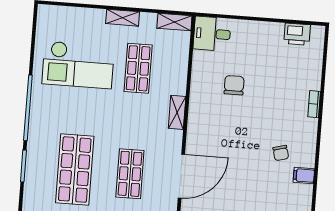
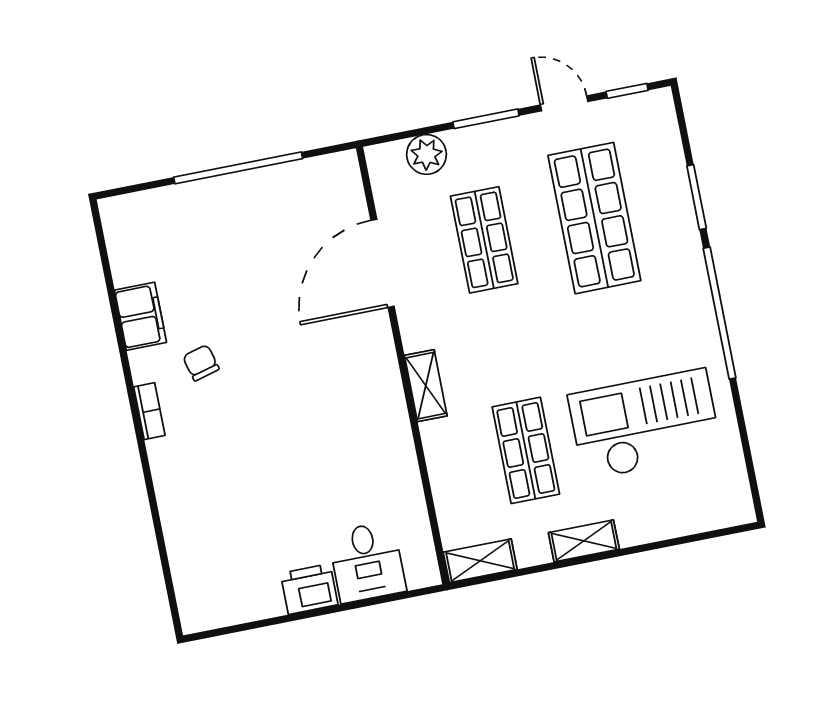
desk: (212, 34) -> (367, 562), moved, turned 90
printer: (297, 34) -> (309, 589), moved
chair: (234, 85) -> (329, 470), removed
bookcase: (314, 104) -> (149, 411), moved
filing cabinet: (304, 175) -> (141, 316), width x2.00

